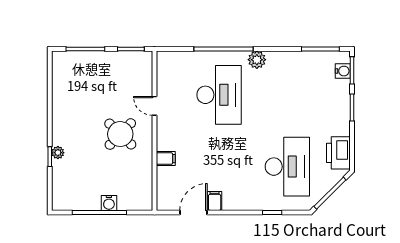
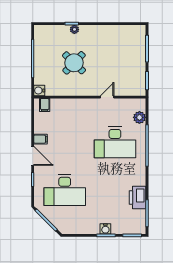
plant: (257, 60) -> (139, 117), moved
water cooler: (343, 71) -> (105, 229), moved
round table: (120, 134) -> (74, 63), moved
printer: (338, 153) -> (138, 197), moved, turned -90
filing cabinet: (166, 159) -> (45, 105), moved
water cooler: (109, 203) -> (39, 90), moved
door: (193, 212) -> (33, 156), moved

